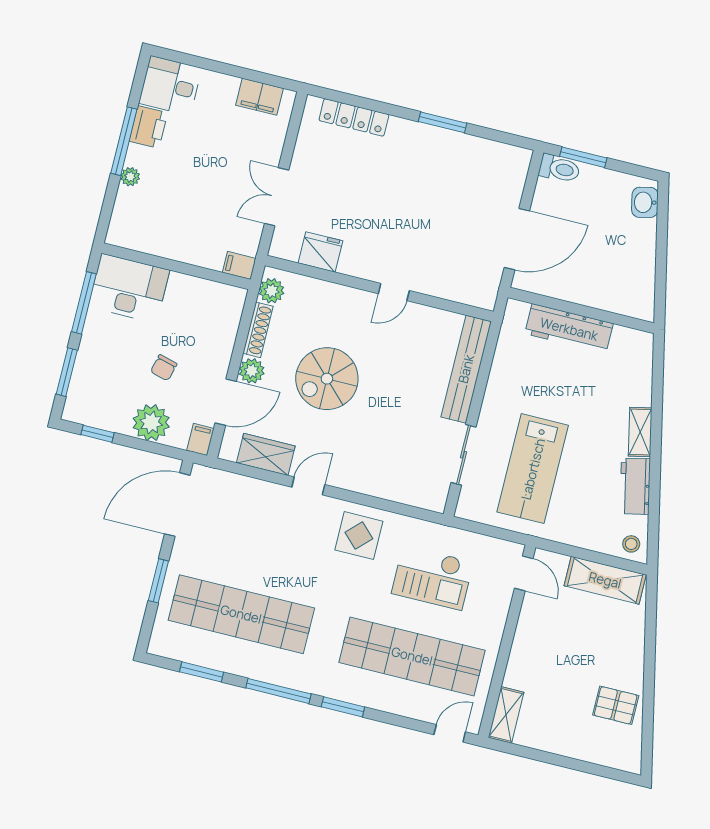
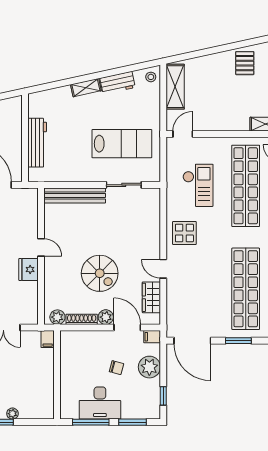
fridge: (320, 252) -> (29, 269), moved
desk: (129, 288) -> (100, 403), moved, turned -90

